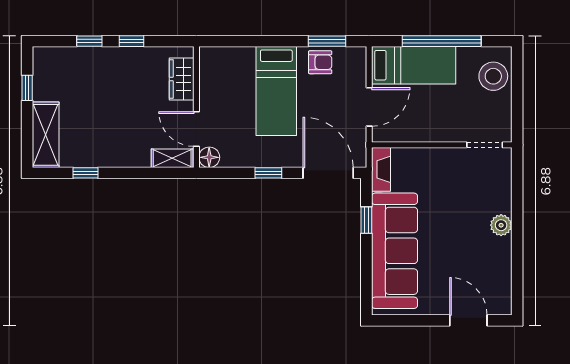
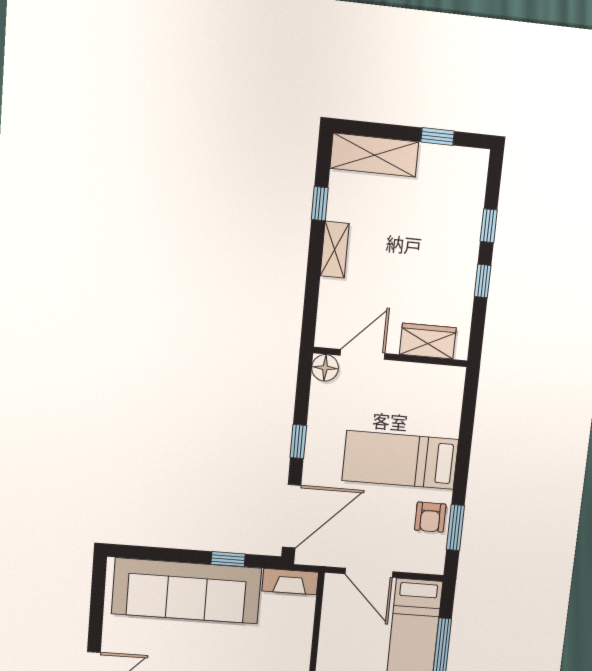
shelving: (172, 158) -> (335, 250), moved

